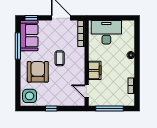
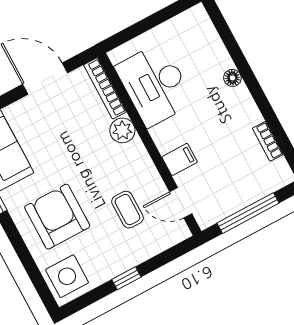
desk: (106, 32) -> (155, 85), moved, turned -90
plant: (79, 53) -> (122, 130), added
coffee table: (60, 58) -> (127, 210), moved
filing cabinet: (95, 70) -> (180, 159), width x0.50

